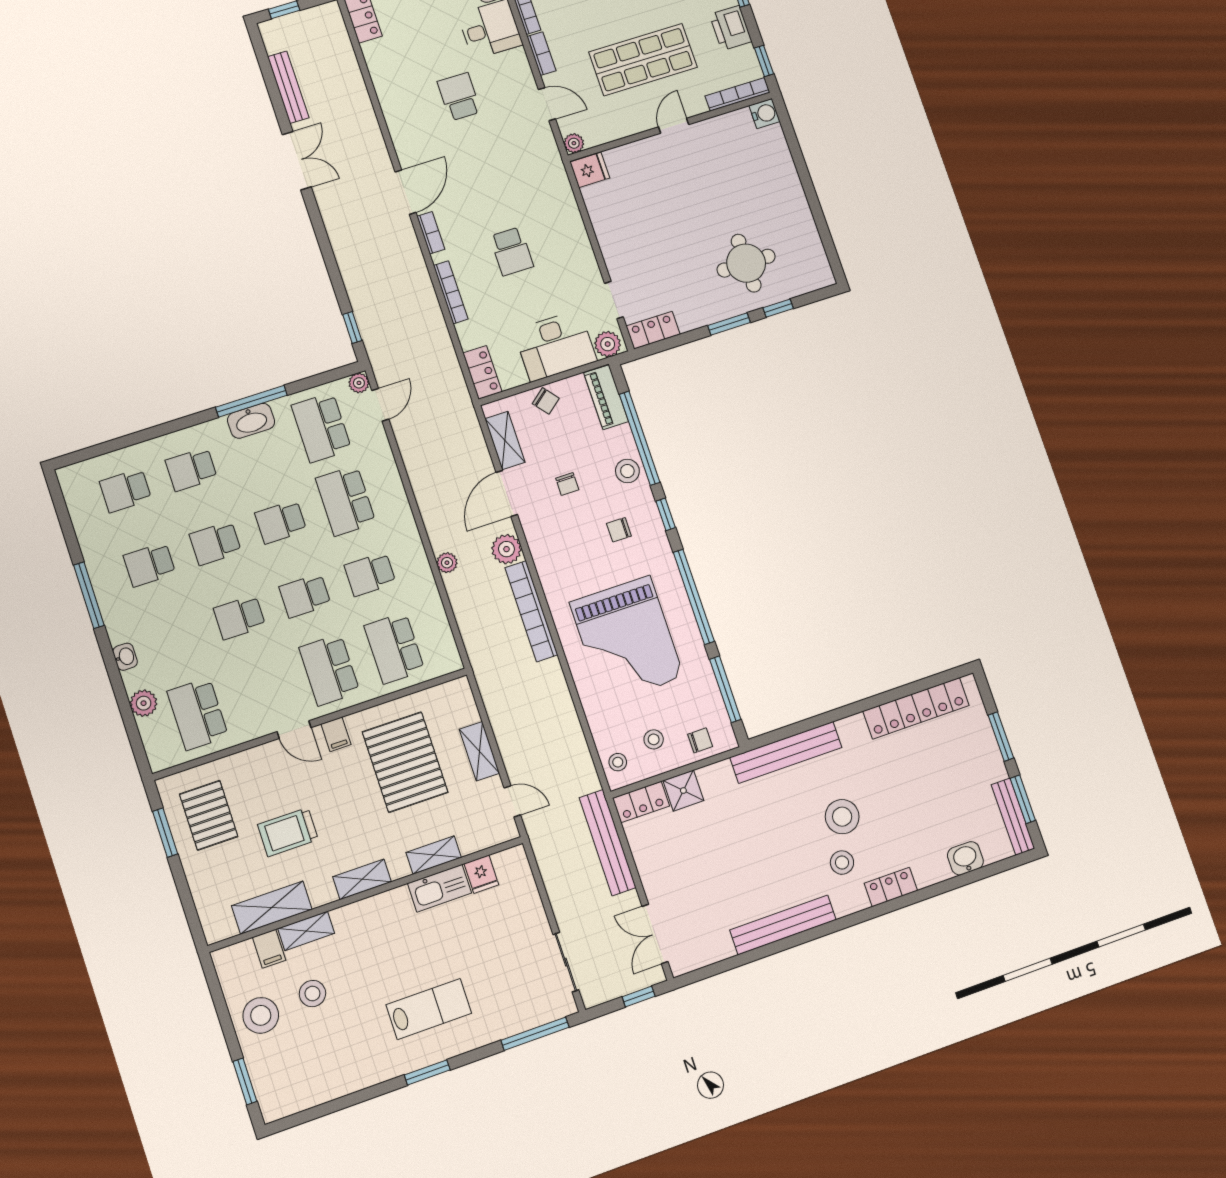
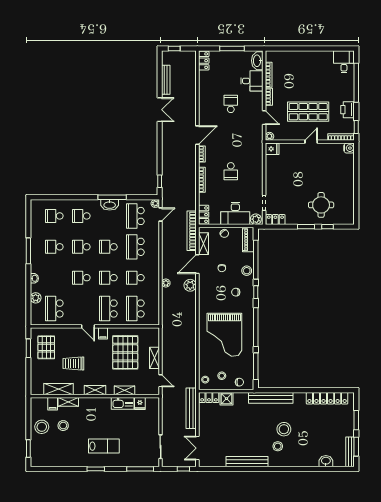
bookcase: (531, 611) -> (192, 231), moved
locker: (891, 887) -> (293, 462), removed

